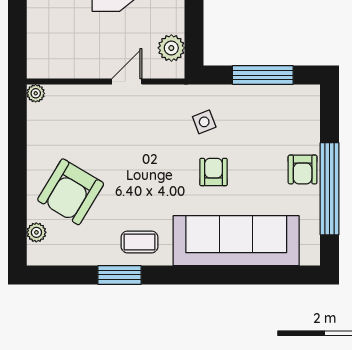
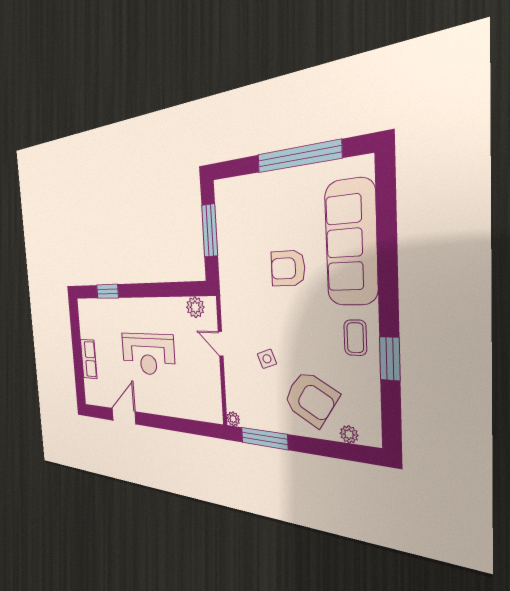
side table: (204, 122) -> (267, 359), moved
window: (17, 134) -> (264, 438), added
armchair: (303, 169) -> (282, 185), removed
armchair: (213, 172) -> (288, 268), width x1.38, depth x1.38

